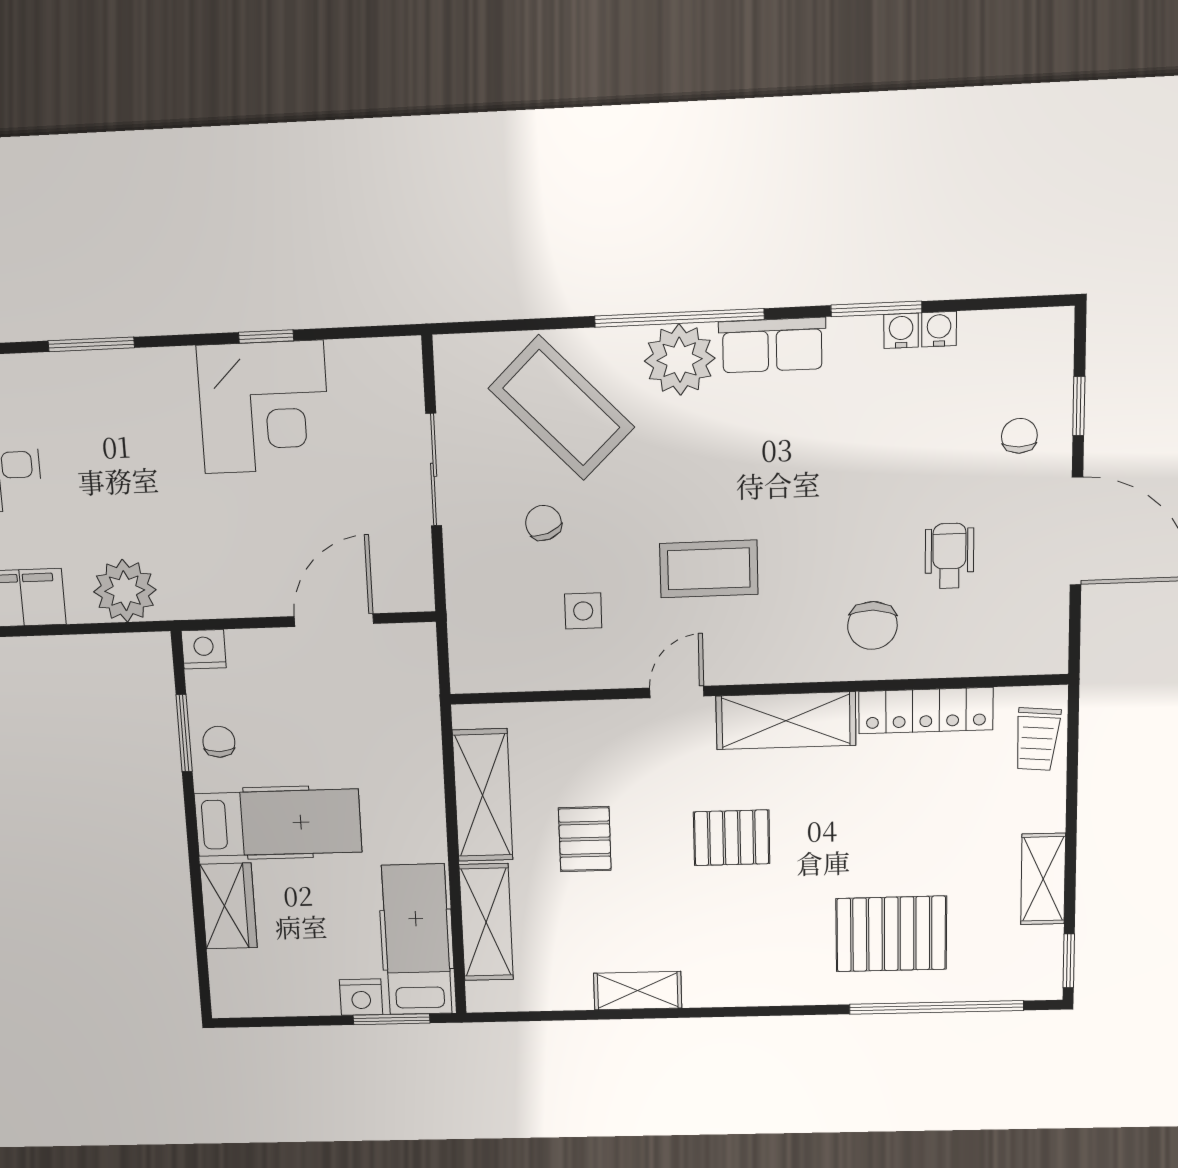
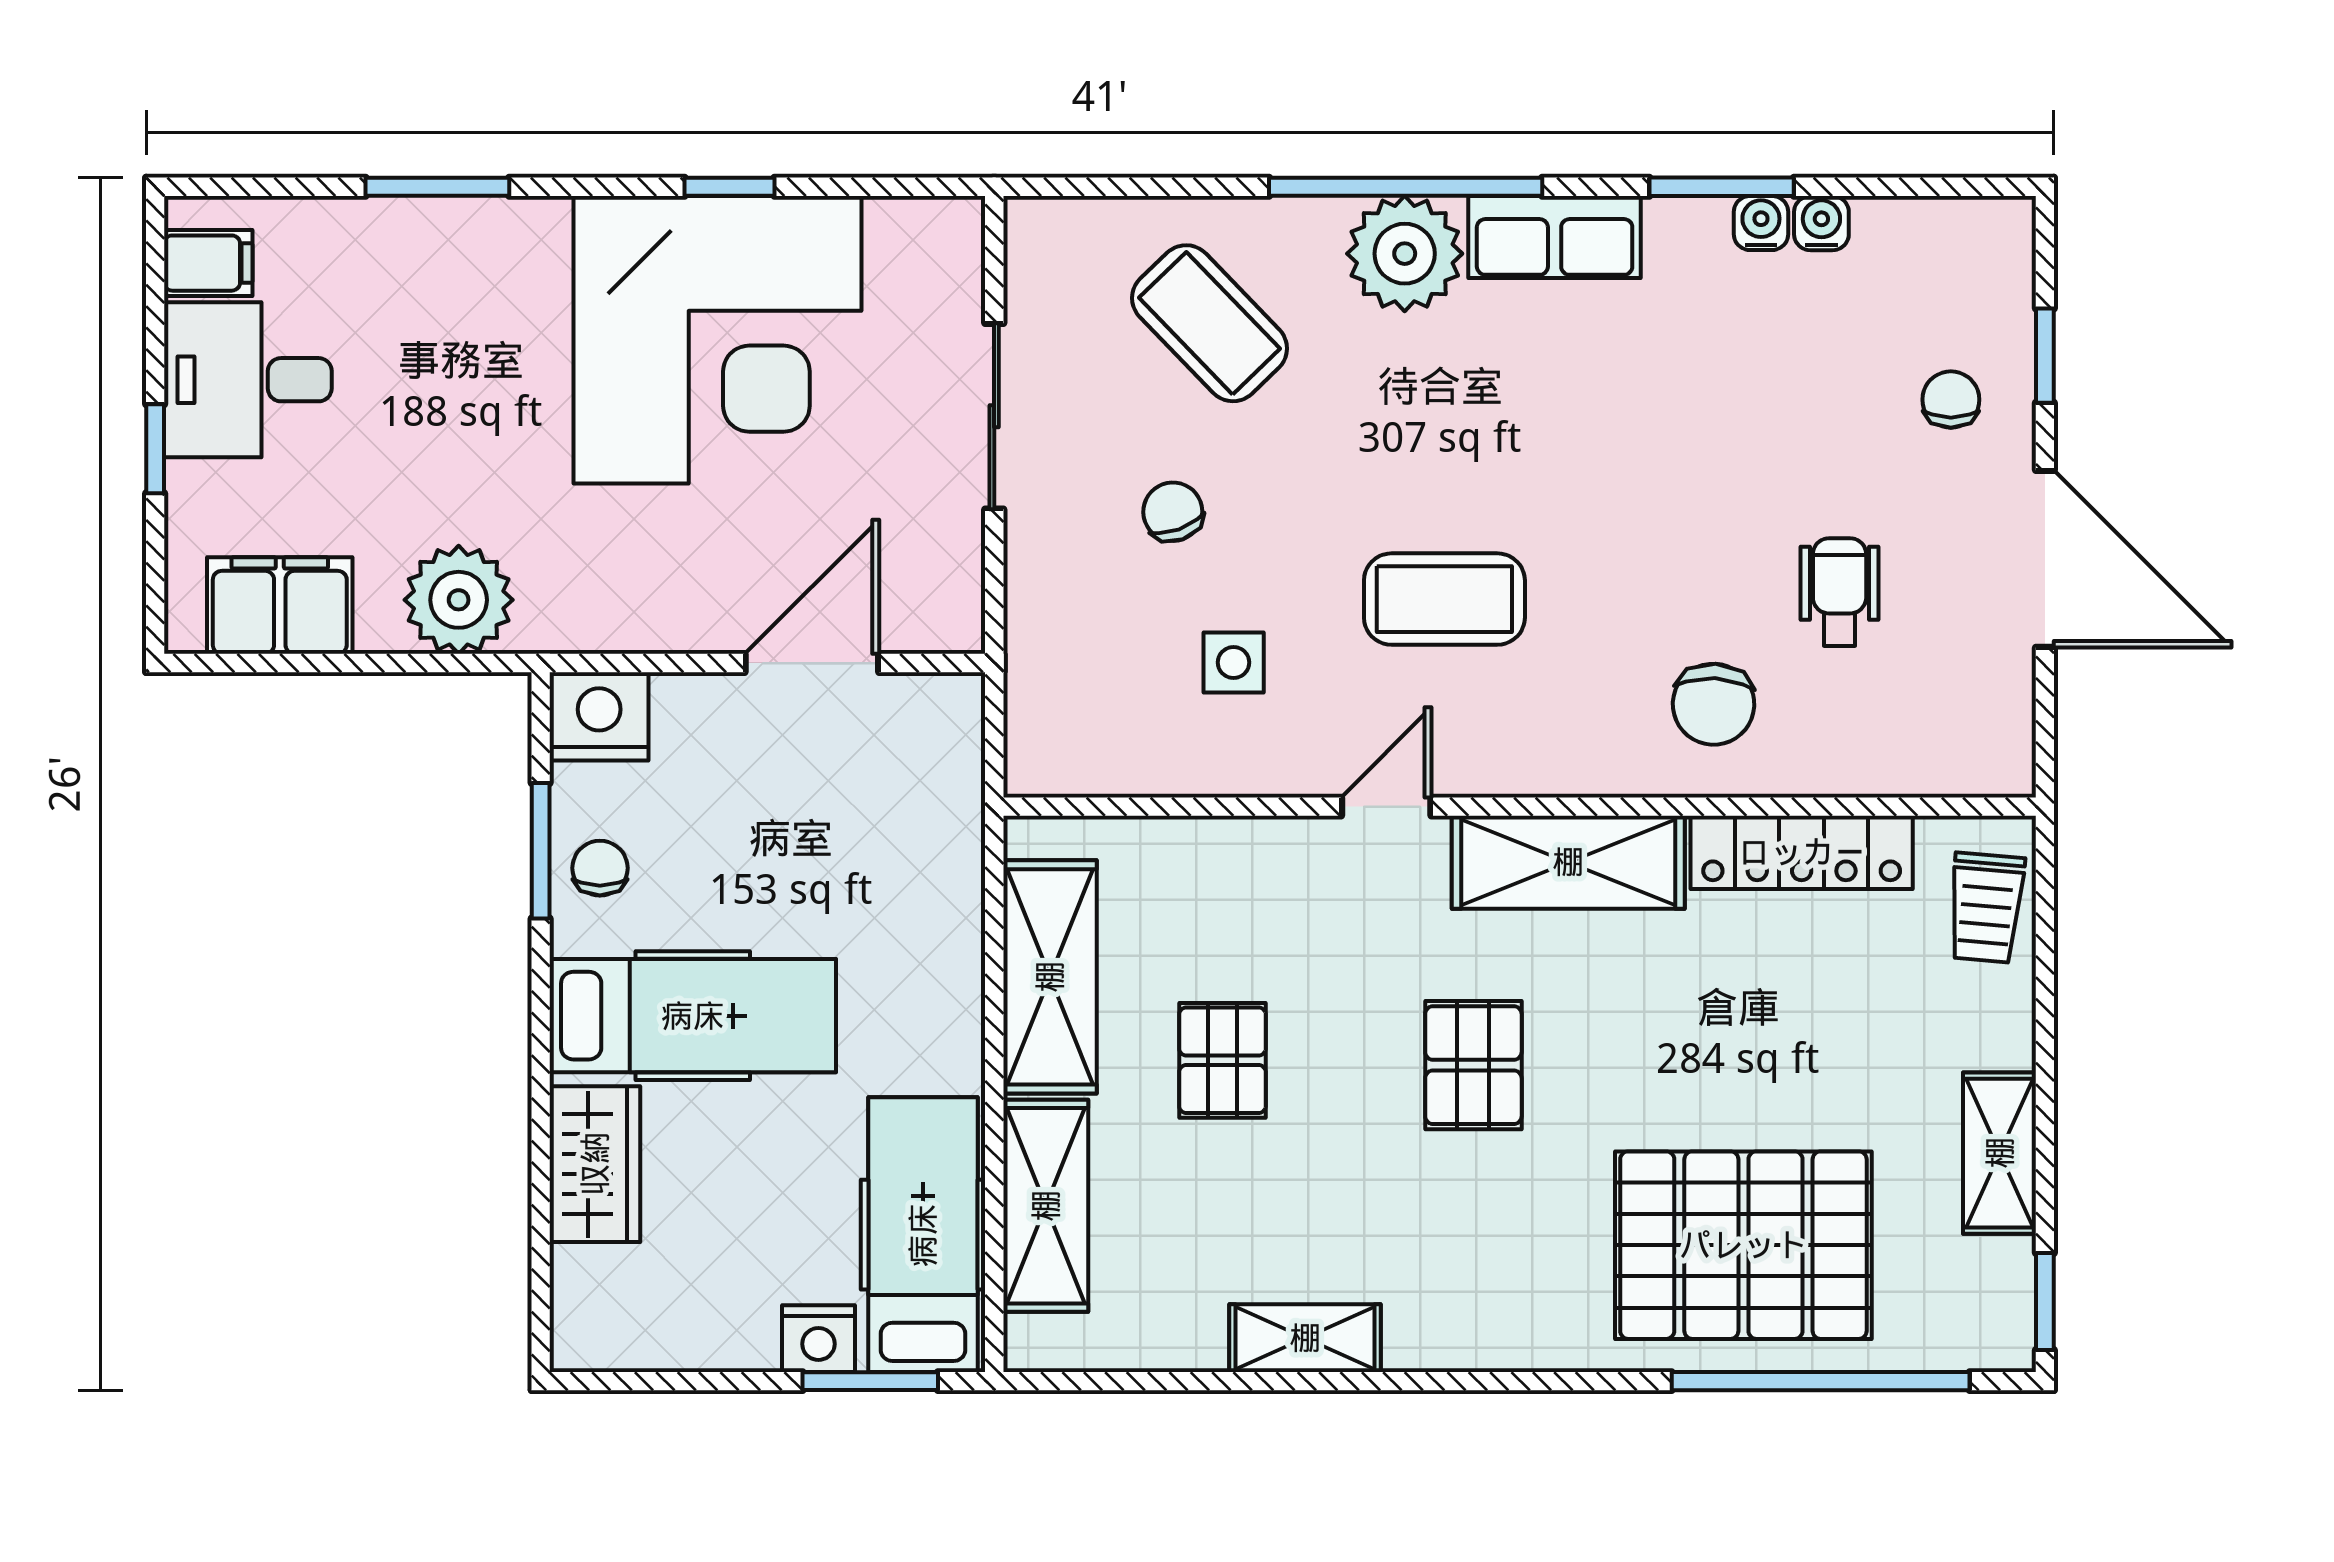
corner desk: (264, 407) -> (717, 340), width x1.36, depth x1.36
coffee table: (561, 408) -> (1210, 323), width x0.73, depth x0.76
nightstand: (204, 649) -> (599, 716), width x1.36, depth x1.33
pallet: (732, 838) -> (1473, 1065), turned 90
pallet: (891, 934) -> (1743, 1245), width x1.37, depth x1.41

